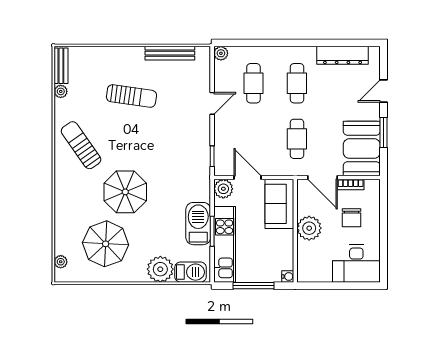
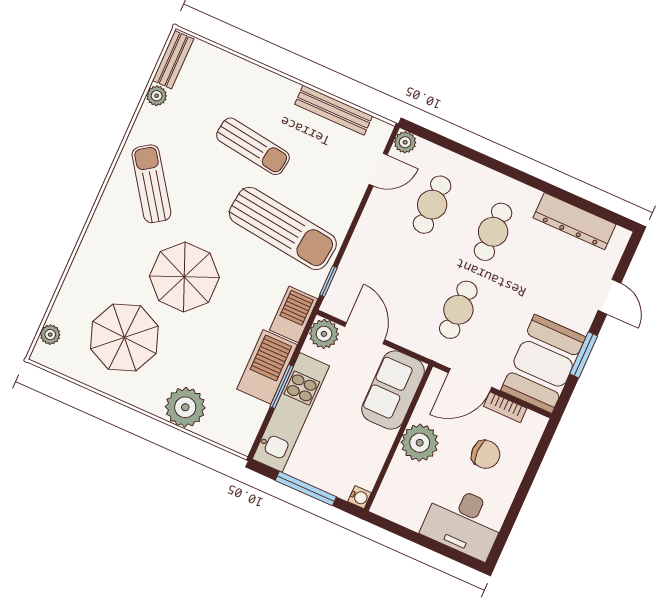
door: (383, 91) -> (609, 297), swing flipped
door: (212, 103) -> (378, 170), moved
sun lounger: (171, 137) -> (283, 228), added
door: (323, 178) -> (470, 380), hinge flipped
chair: (352, 218) -> (486, 454), turned -90
barbecue: (190, 272) -> (294, 314), moved, turned -90

